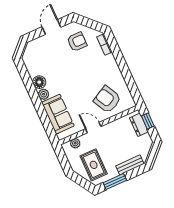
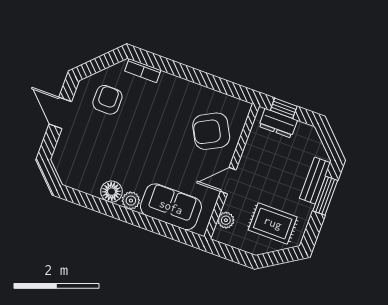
window: (115, 182) -> (325, 196), moved

